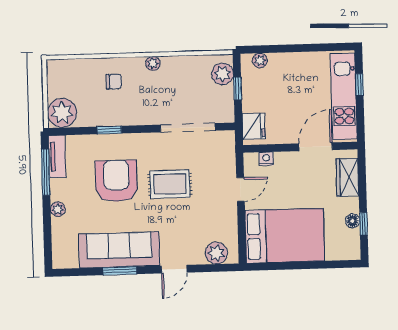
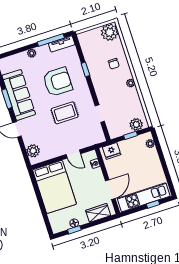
plant: (62, 113) -> (110, 32), moved
doorway: (188, 128) -> (100, 114), width x0.53
door: (316, 147) -> (110, 190), hinge flipped
rug: (170, 184) -> (65, 113), turned 90

